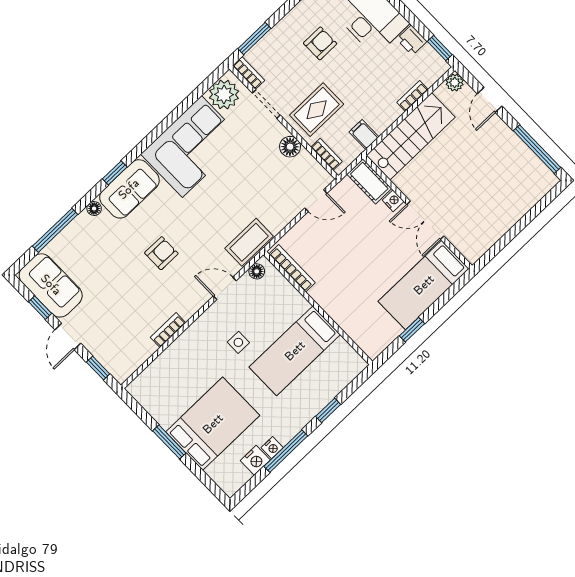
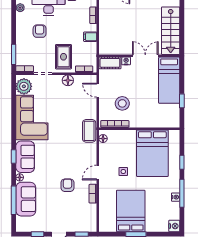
filing cabinet: (364, 134) -> (90, 37), moved
stairs: (411, 136) -> (171, 31), moved, turned 180
door: (316, 201) -> (98, 90), swing flipped
double door: (425, 220) -> (145, 56), swing flipped
stool: (330, 251) -> (122, 103), added
armchair: (161, 253) -> (67, 185), moved
sofa: (51, 285) -> (26, 199), moved, turned 90
door: (225, 288) -> (98, 173), moved
bed: (295, 351) -> (152, 153), width x1.50
bed: (213, 424) -> (131, 211), moved
nightstand: (255, 460) -> (174, 226), moved

